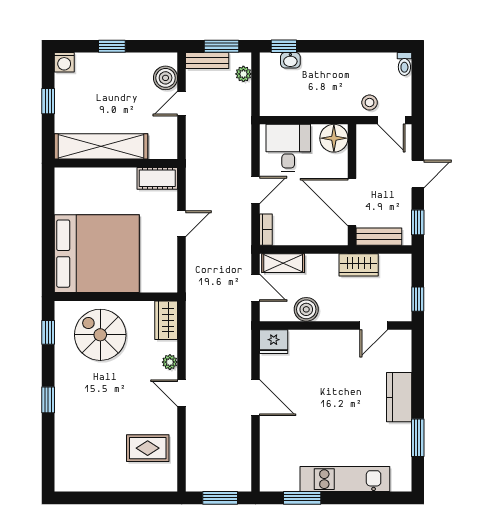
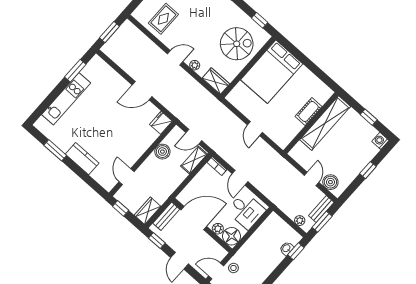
plant: (339, 162) -> (218, 229), added
cot: (157, 178) -> (308, 111), moved
bed: (97, 254) -> (272, 72), width x0.73
wardrobe: (359, 265) -> (147, 211), moved

